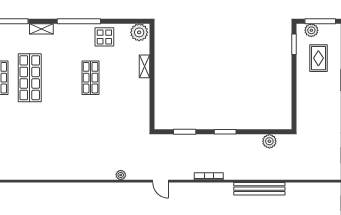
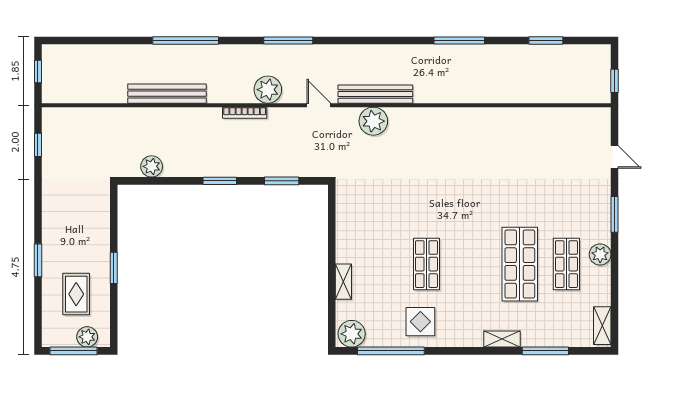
window: (79, 21) -> (391, 351), moved
display table: (104, 37) -> (420, 322), moved
window: (294, 44) -> (114, 268), moved
plant: (121, 175) -> (373, 121), width x1.87, depth x1.87
bench: (124, 188) -> (375, 94), added
plant: (194, 191) -> (268, 90), added

